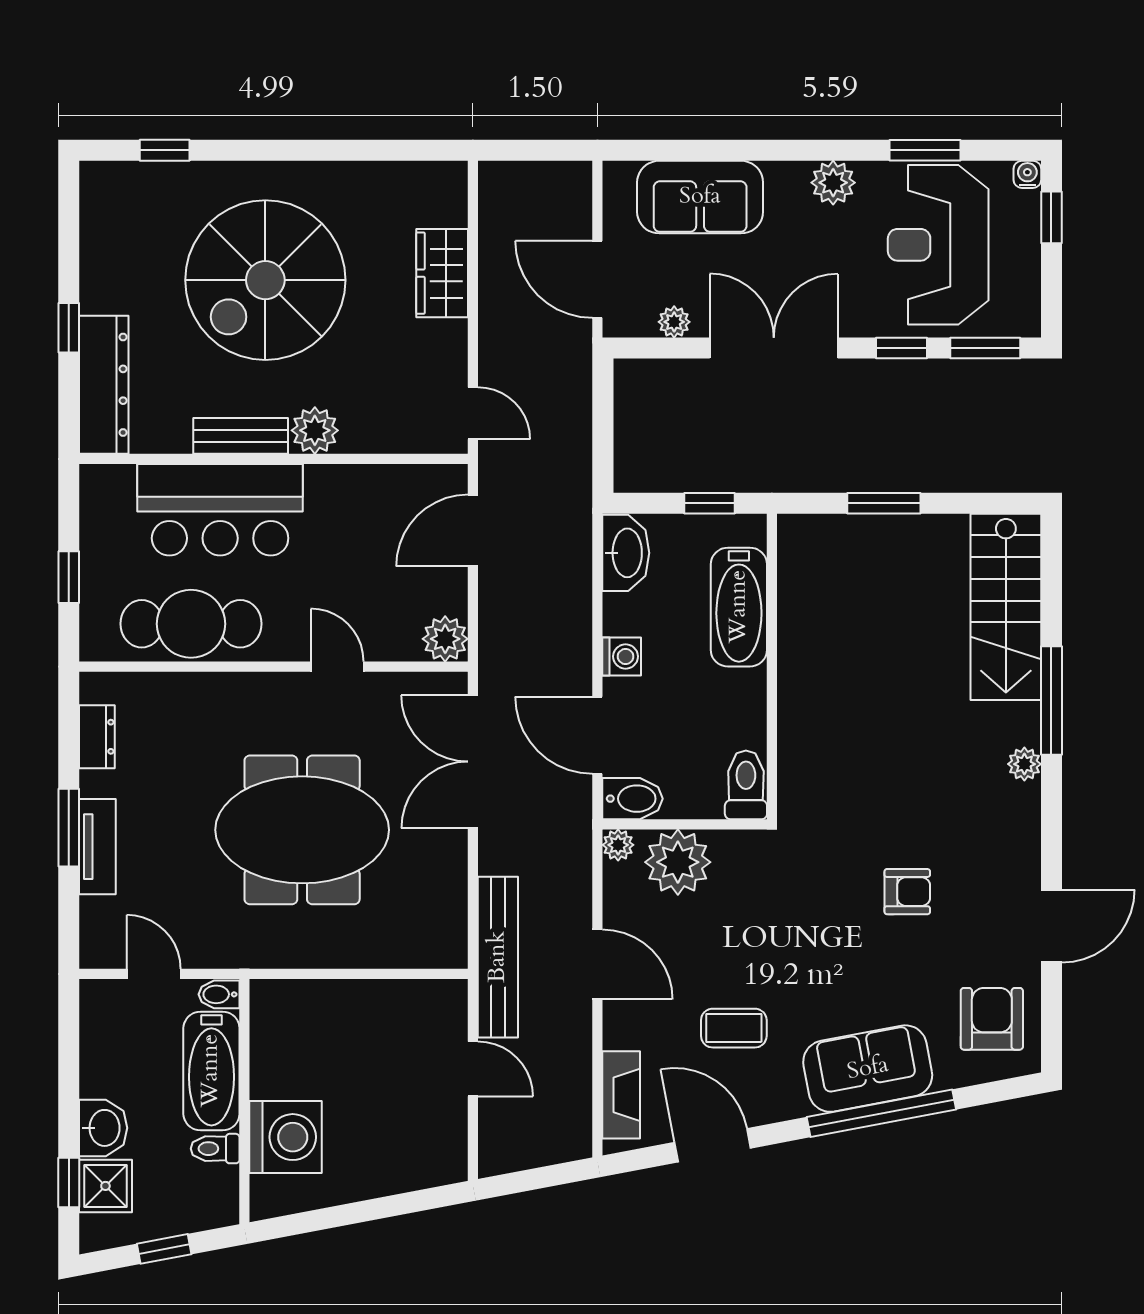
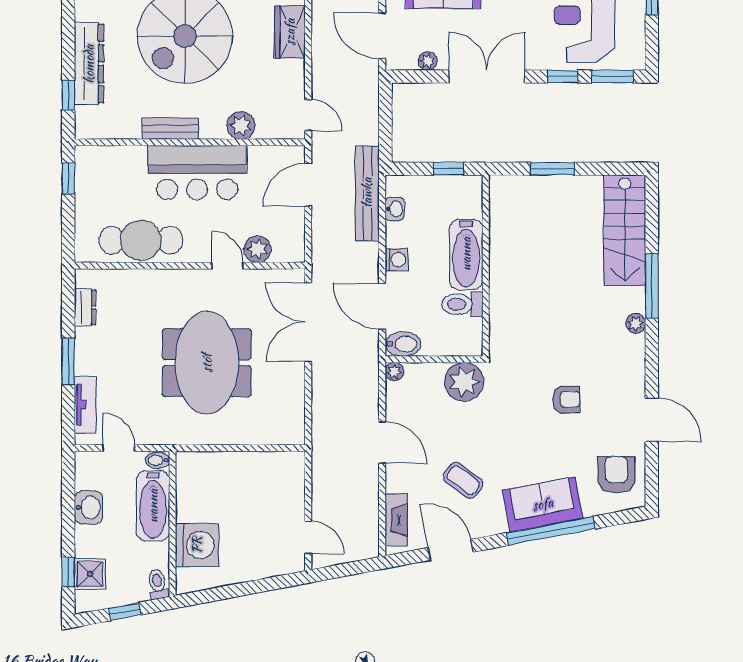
window: (69, 328) -> (68, 95), moved
dresser: (104, 385) -> (89, 64), moved
plant: (315, 430) -> (241, 125), moved
bar counter: (220, 510) -> (197, 173), moved
washbasin: (626, 553) -> (395, 209), width x0.52, depth x0.69
window: (69, 577) -> (68, 178), moved
bathtub: (739, 607) -> (466, 254), moved
plant: (445, 639) -> (257, 249), moved
toilet: (746, 785) -> (462, 304), moved, turned -90
meeting table: (302, 830) -> (207, 363), turned 90
tv unit: (97, 847) -> (85, 405), moved
plant: (678, 862) -> (464, 382), moved
door: (1051, 926) -> (652, 420), hinge flipped
bench: (498, 957) -> (367, 193), moved
coffee table: (734, 1028) -> (463, 480), turned 37
door: (473, 1069) -> (308, 537), moved
washbasin: (103, 1128) -> (89, 507), moved
toilet: (215, 1149) -> (158, 584), moved, turned 79

